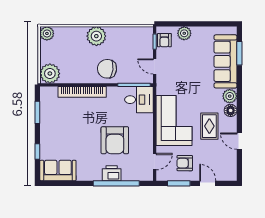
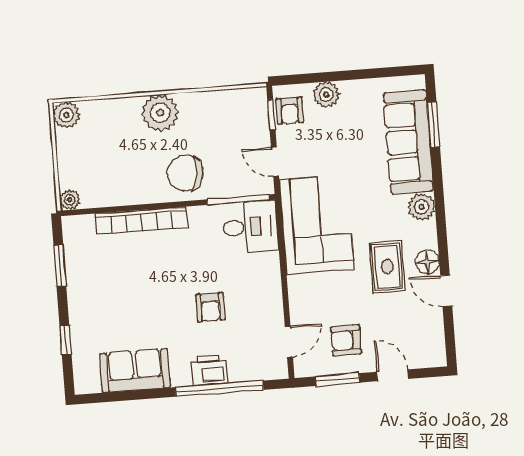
plant: (50, 74) -> (70, 200), width x0.53, depth x0.53
floor lamp: (231, 110) -> (427, 262), moved
corner sofa: (174, 120) -> (317, 225), moved
armchair: (115, 140) -> (210, 307), width x0.53, depth x0.53
sofa: (58, 170) -> (135, 371), moved

